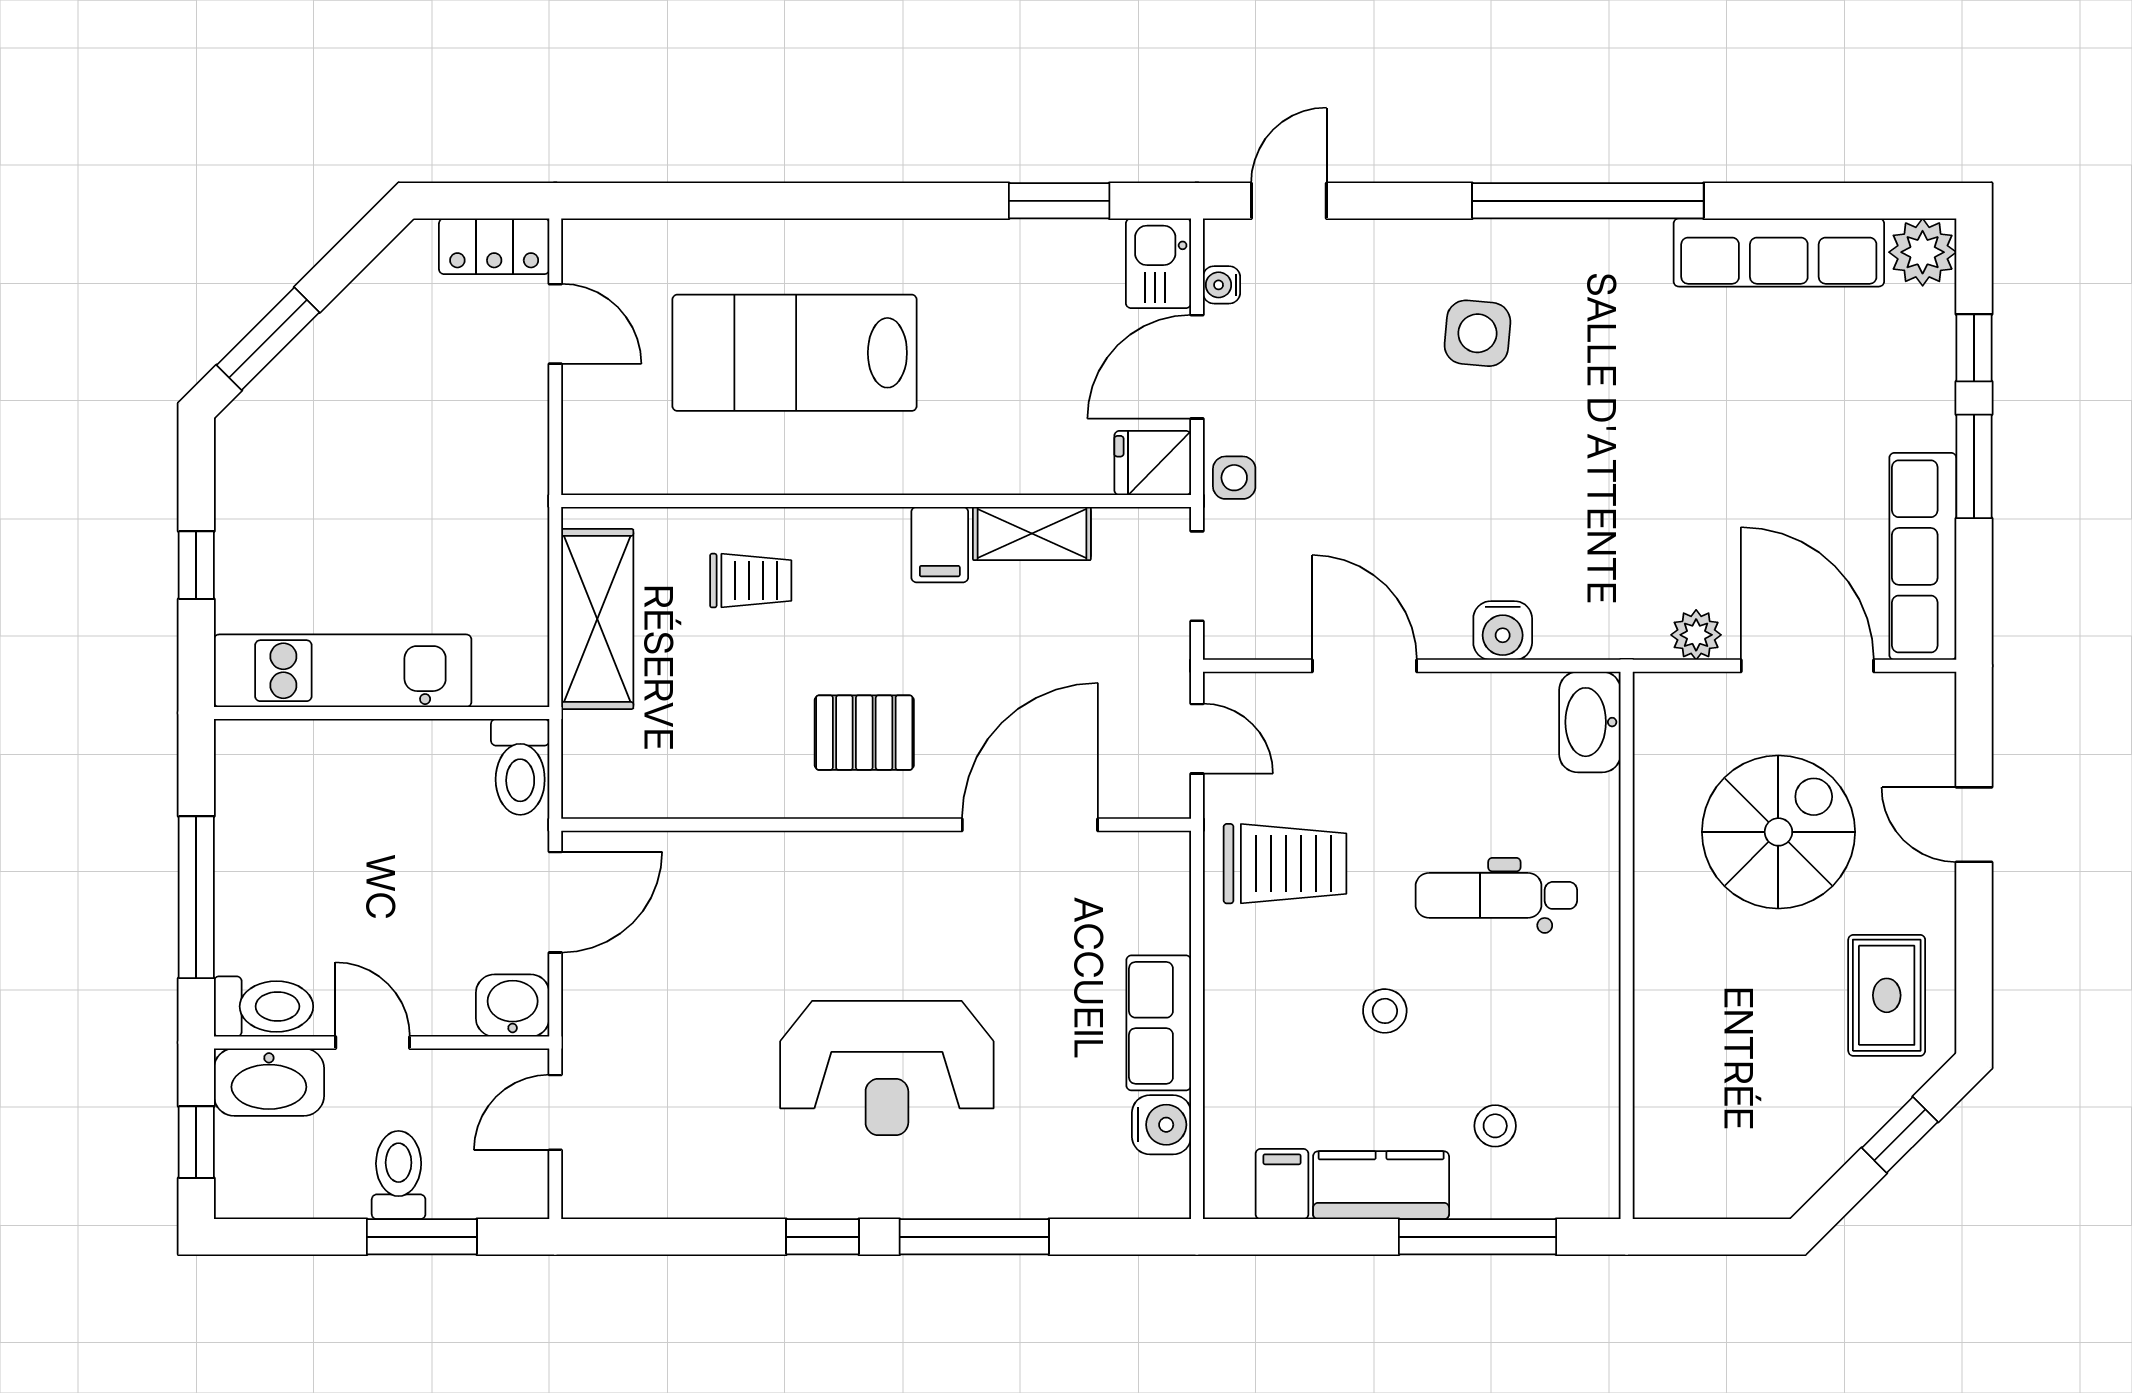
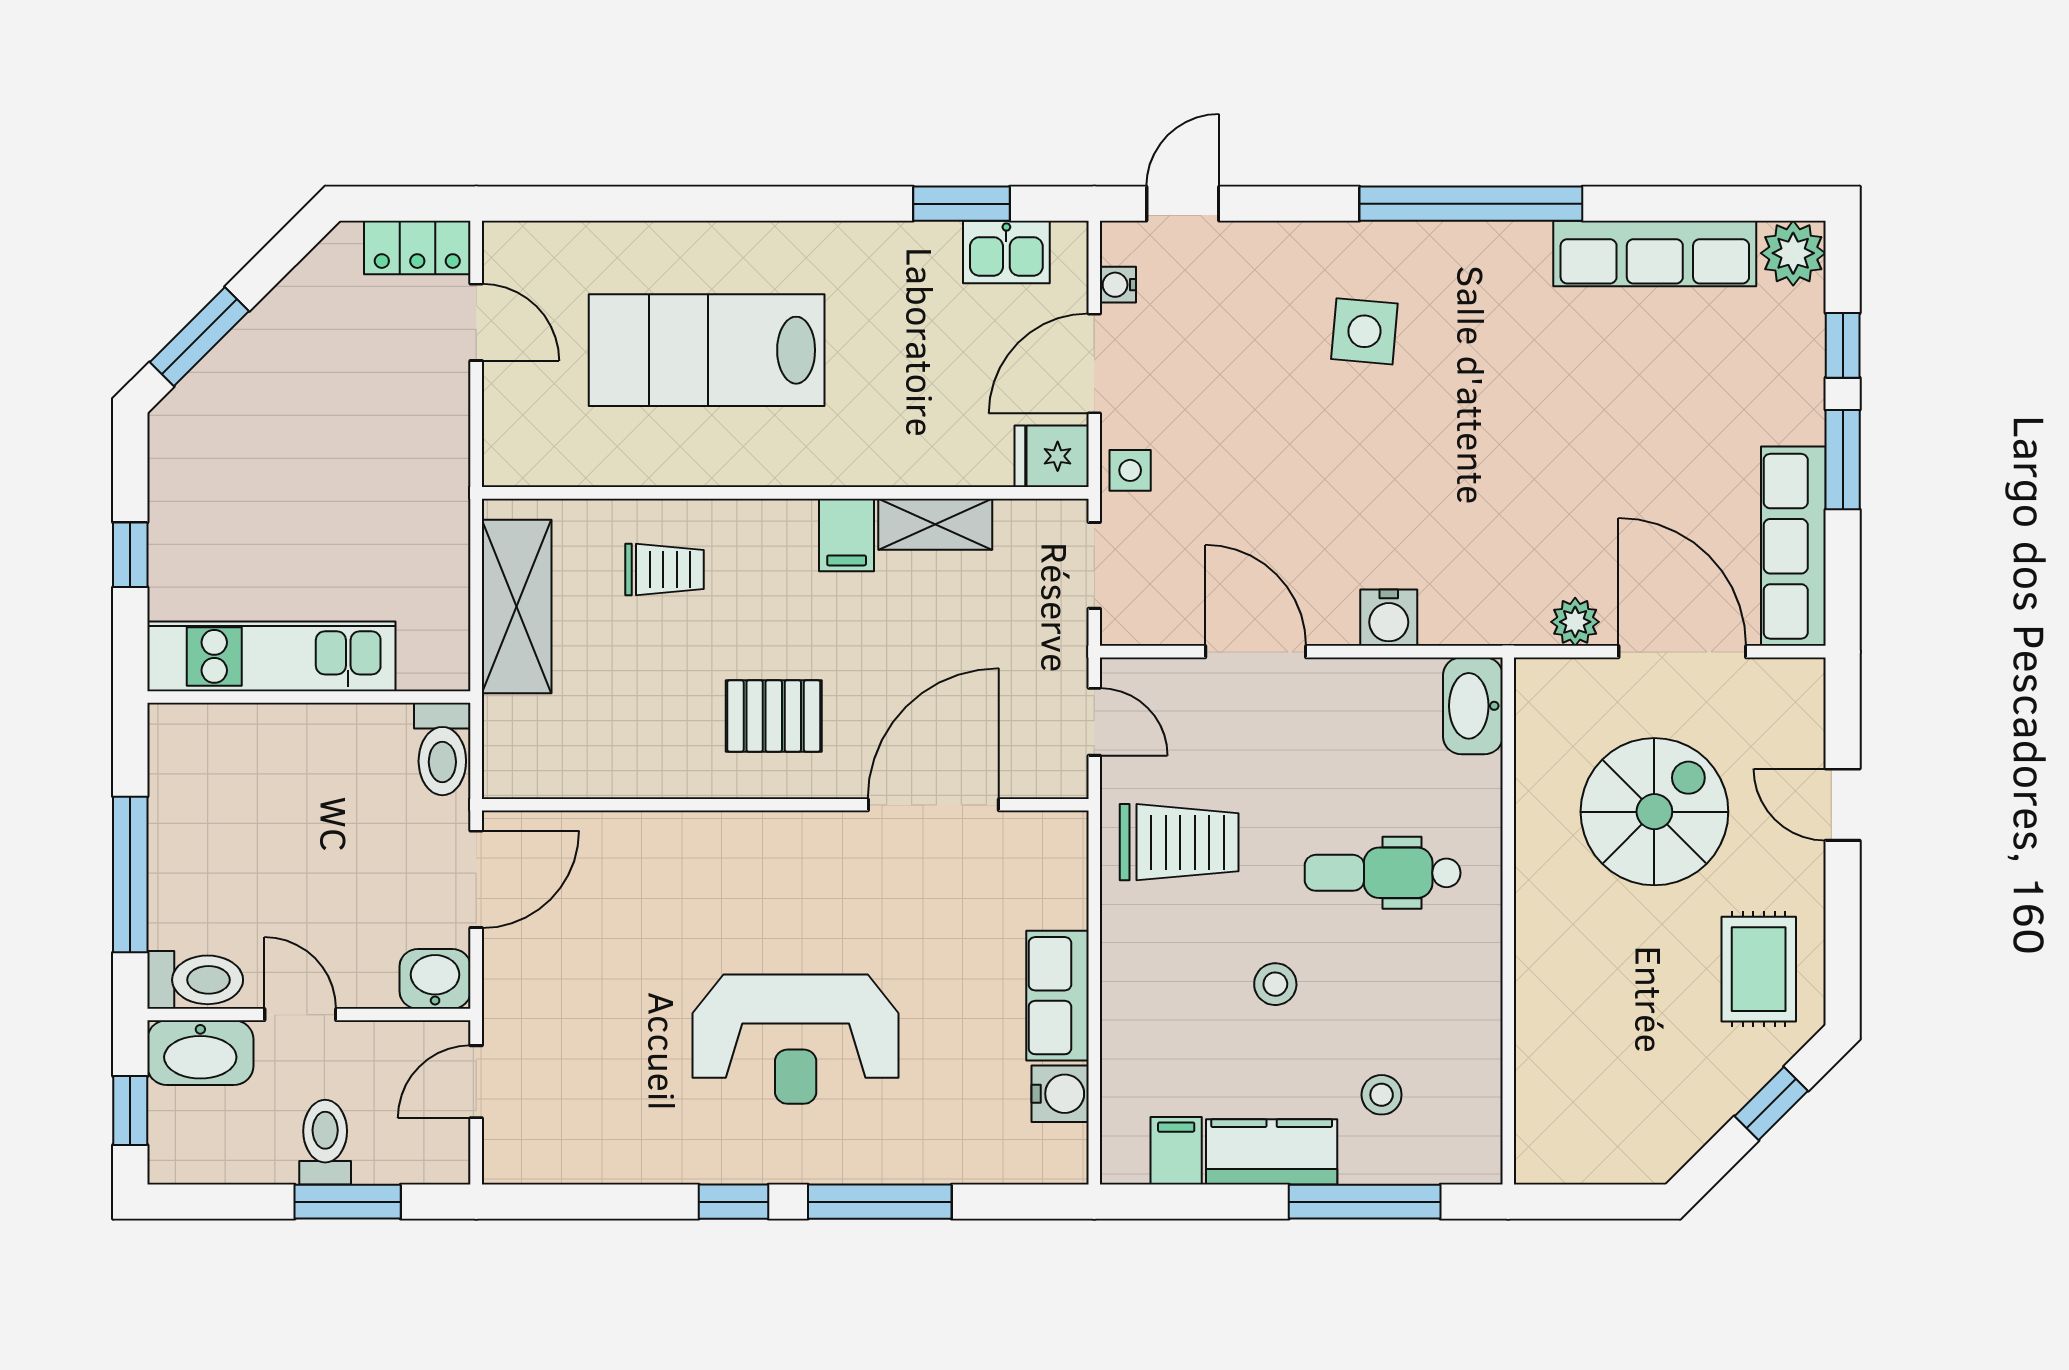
kitchen sink: (1158, 263) -> (1006, 252), moved, turned -90

